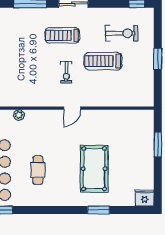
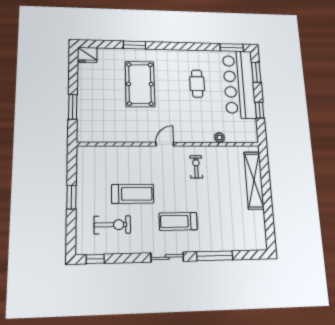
exercise bike: (122, 33) -> (112, 225), turned 180
treadmill: (62, 35) -> (178, 221), turned 180
exercise bike: (66, 72) -> (196, 167), moved

